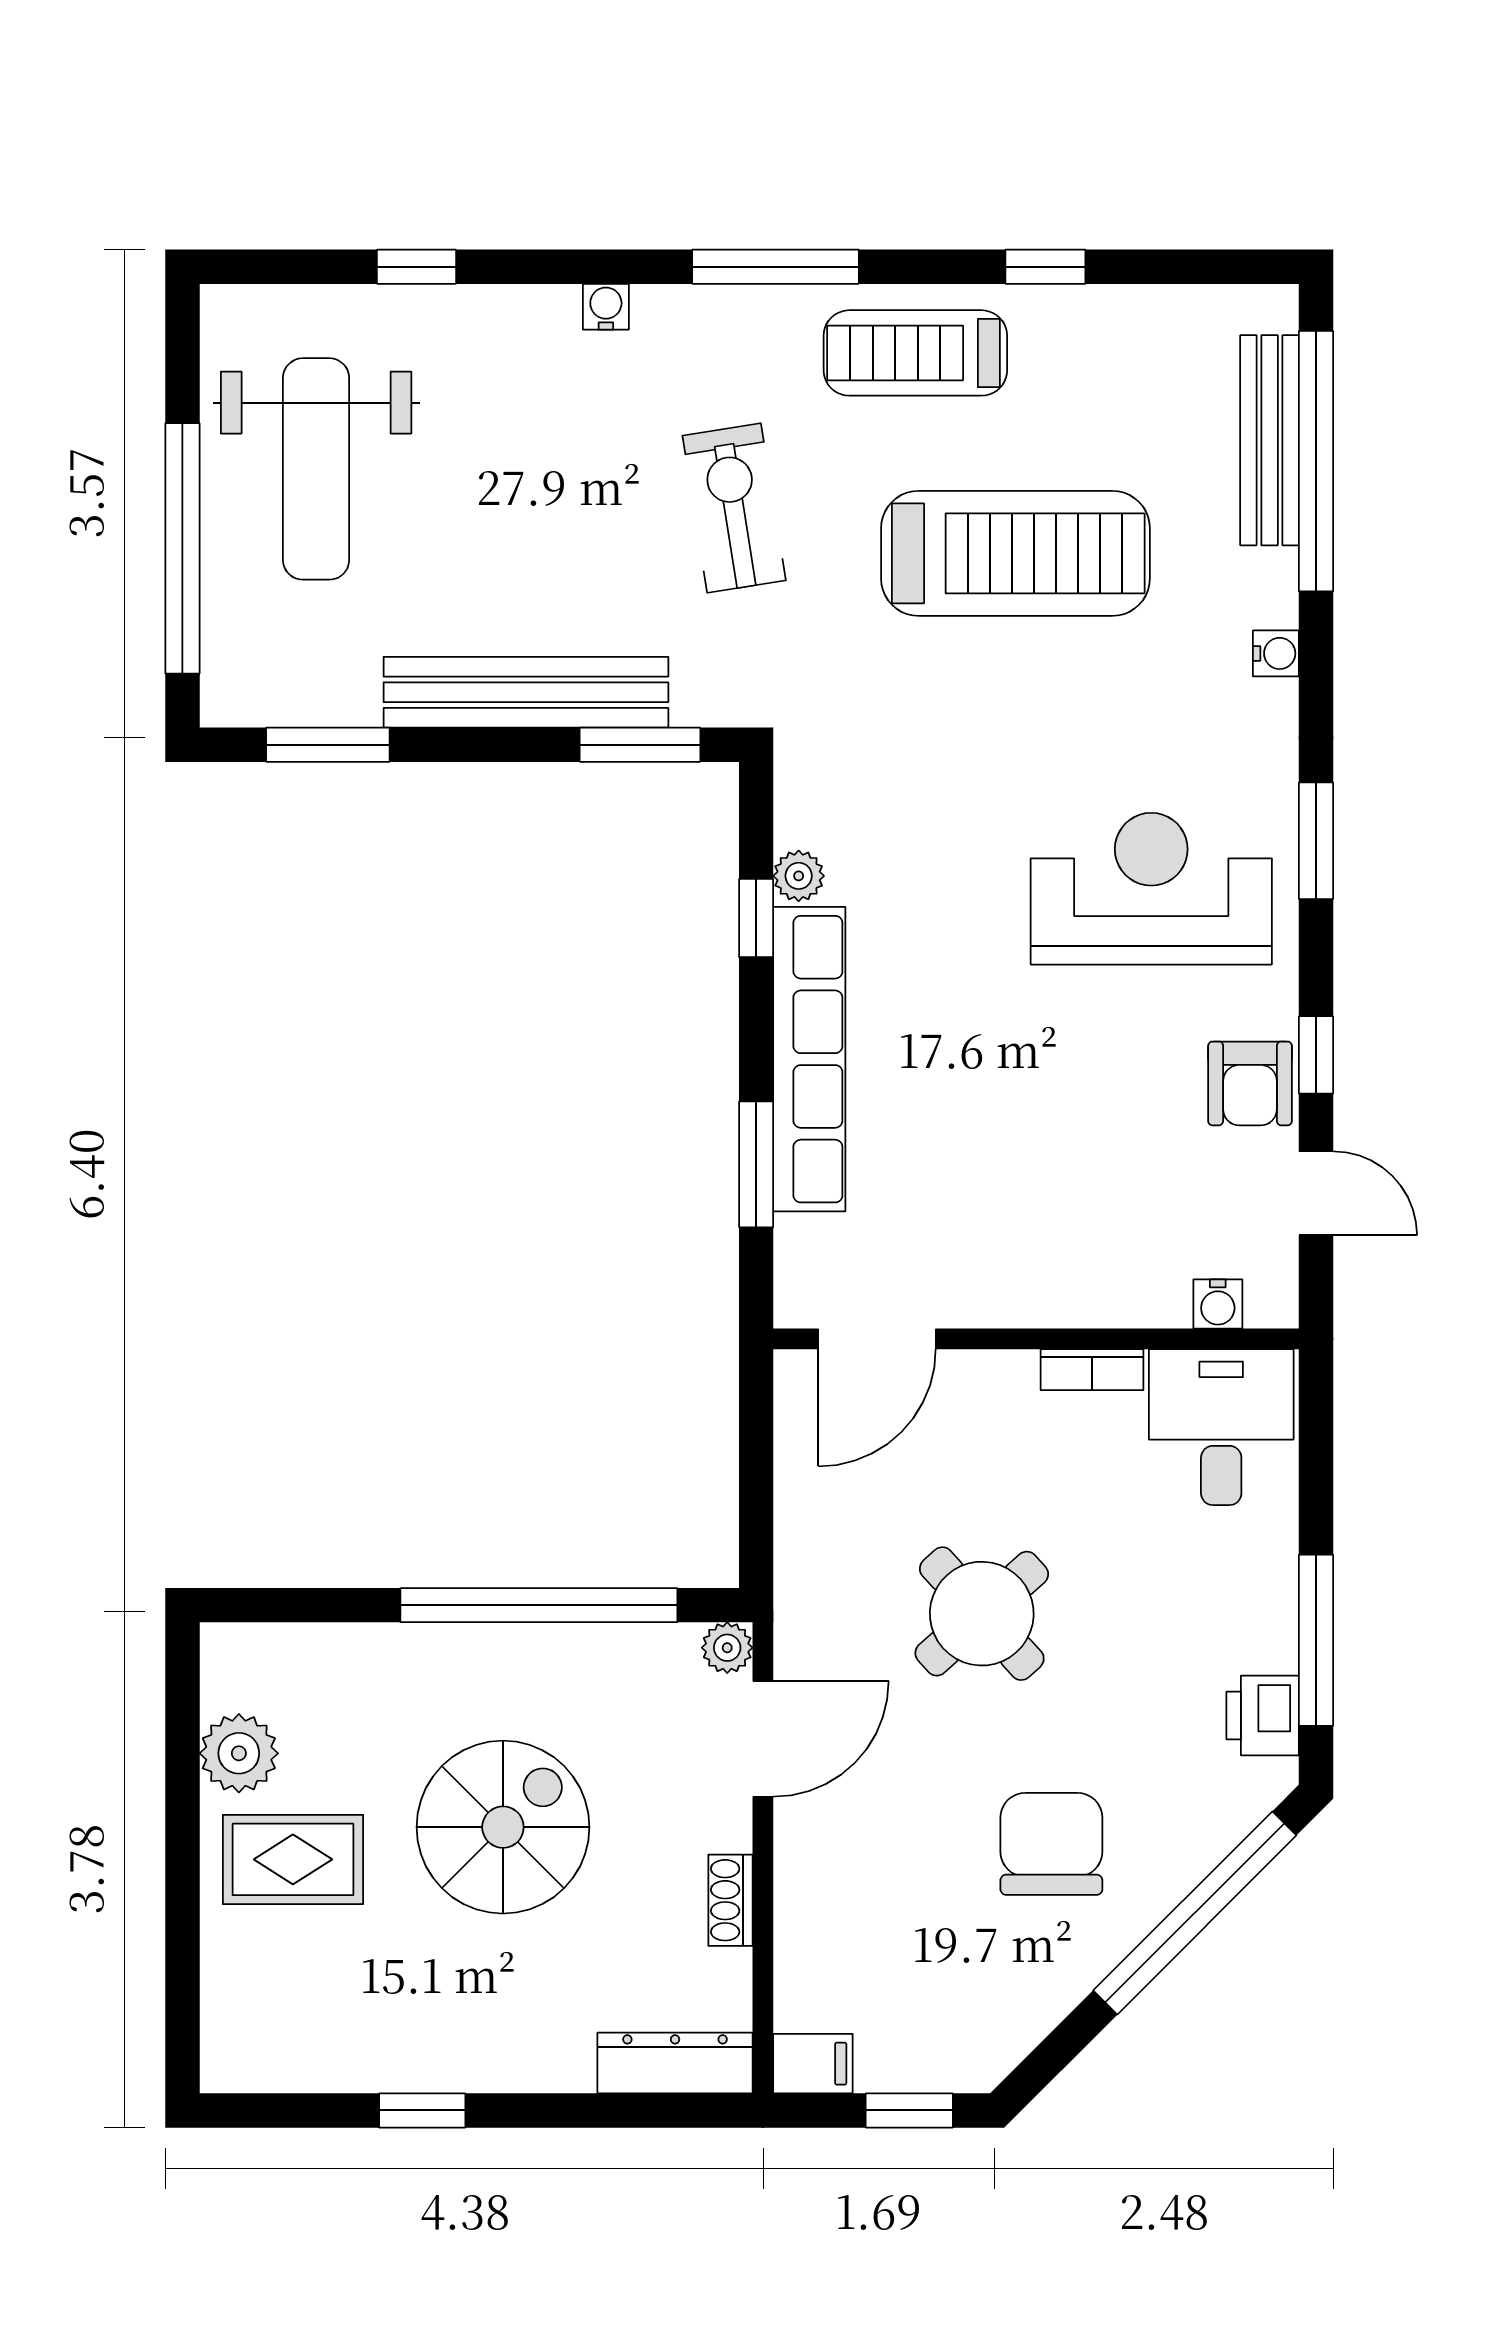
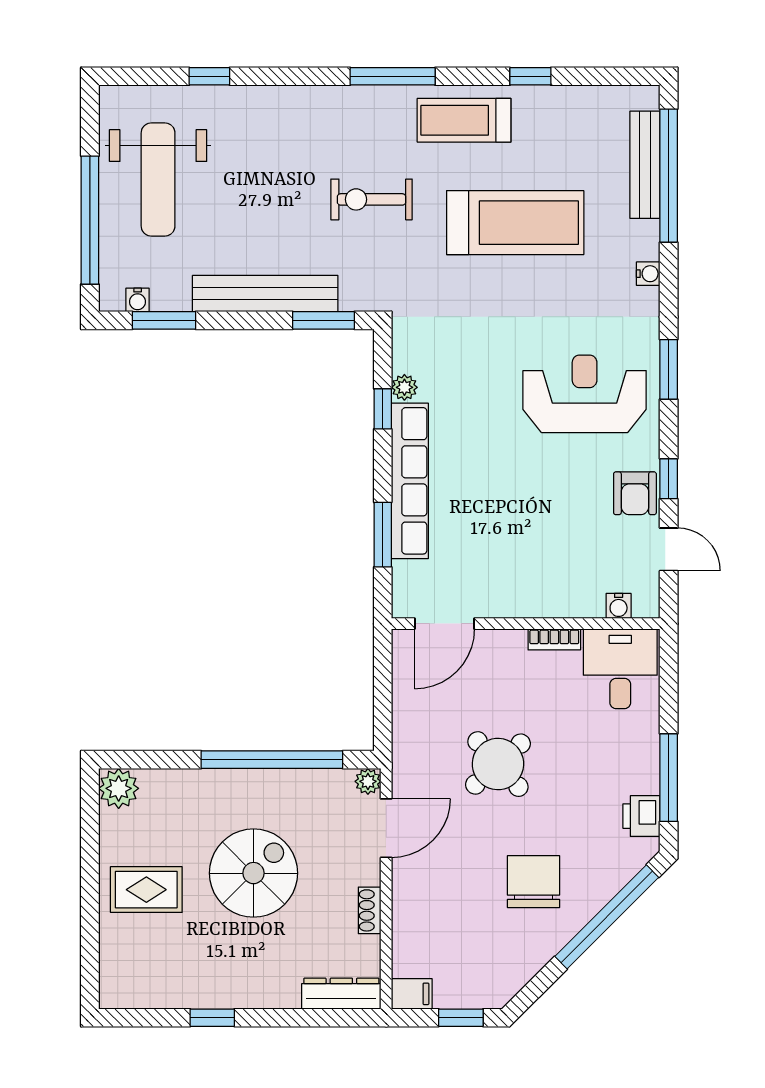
water cooler: (606, 307) -> (138, 300), moved, turned 180
exercise bike: (734, 508) -> (371, 199), turned -81
plant: (239, 1753) -> (119, 788), moved

